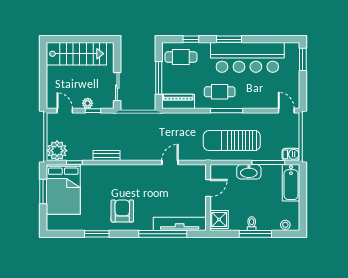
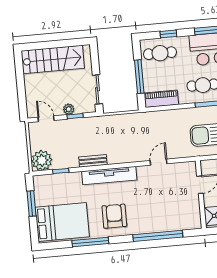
bed: (63, 189) -> (62, 222), moved, turned -90
tv unit: (180, 224) -> (109, 176), moved, turned 180
window: (97, 234) -> (90, 242), width x1.44

